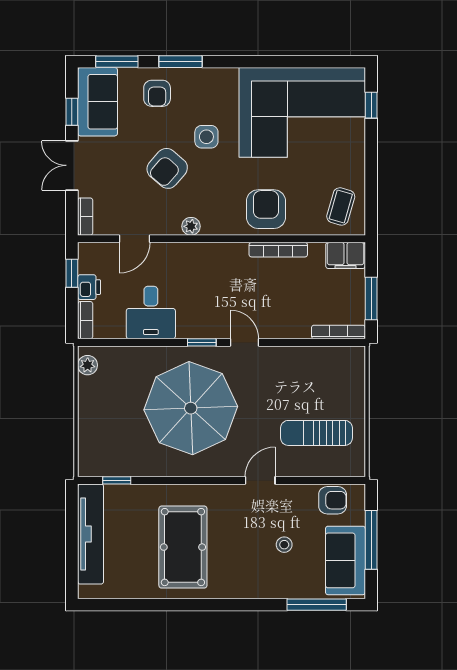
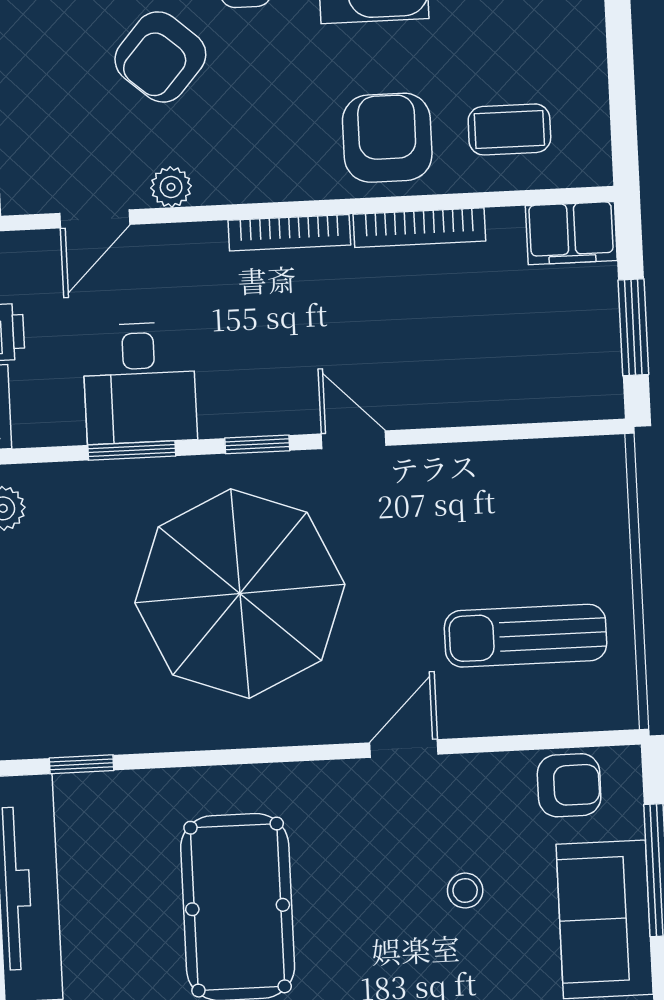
coffee table: (341, 206) -> (509, 129), moved, turned 74
plant: (191, 226) -> (171, 187), moved
bookcase: (338, 332) -> (289, 233), moved, turned 180
window: (146, 342) -> (132, 451), added

